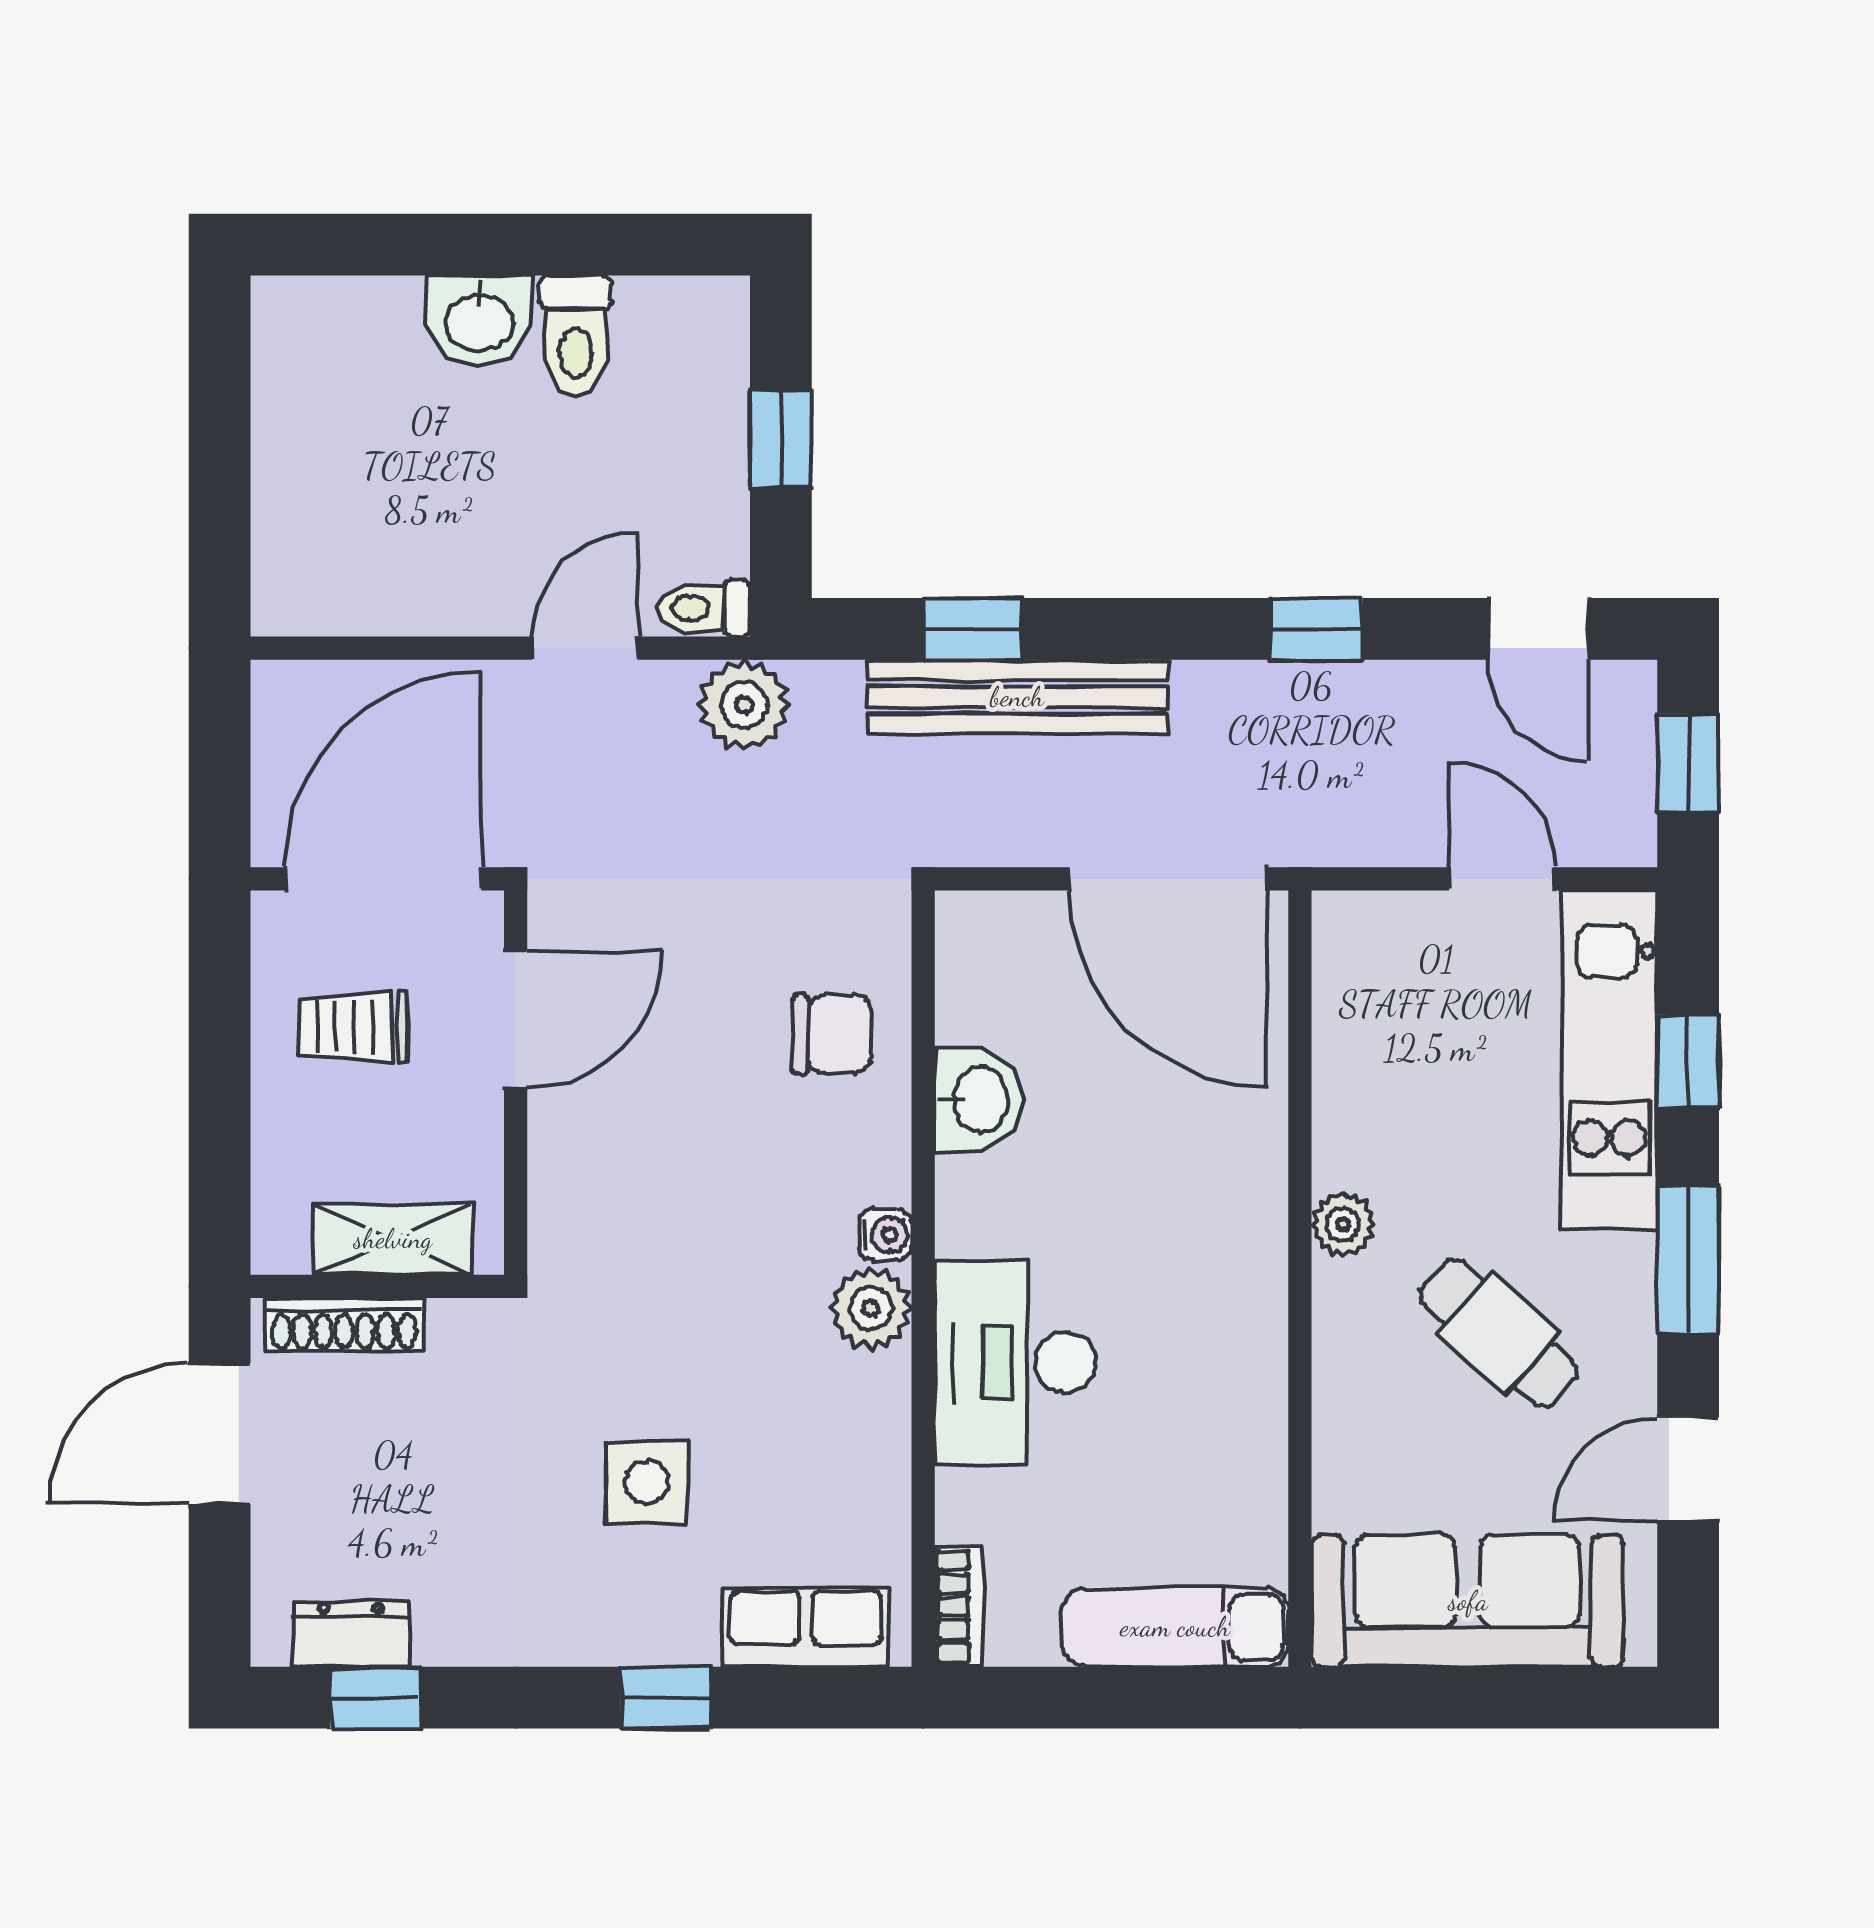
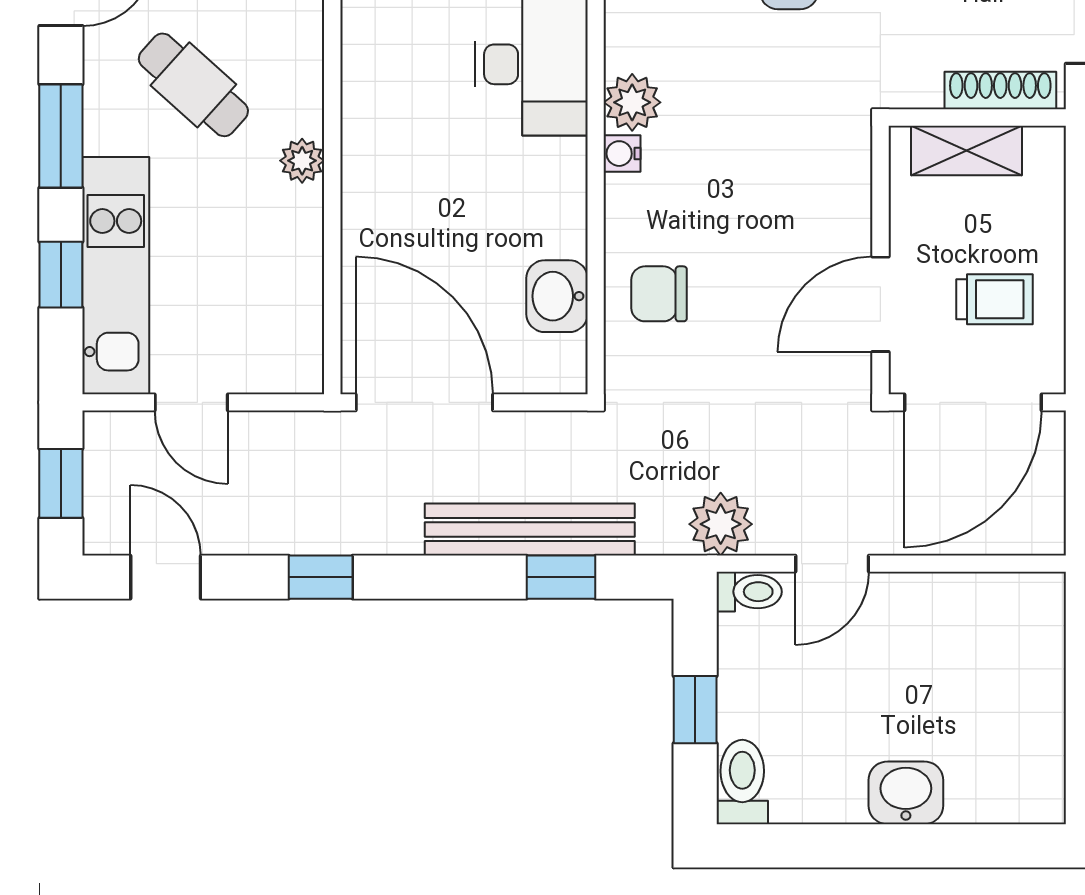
toilet: (575, 336) -> (742, 782), moved
washbasin: (978, 1100) -> (557, 296), moved

